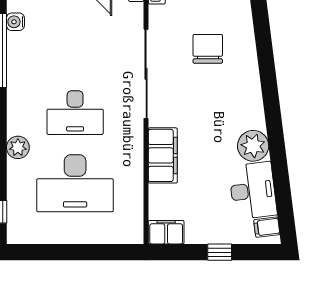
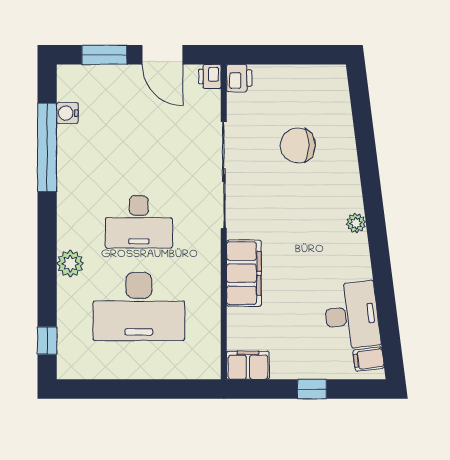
chair: (208, 49) -> (298, 145), turned -90
plant: (253, 146) -> (356, 223), moved, width x0.53, depth x0.53

